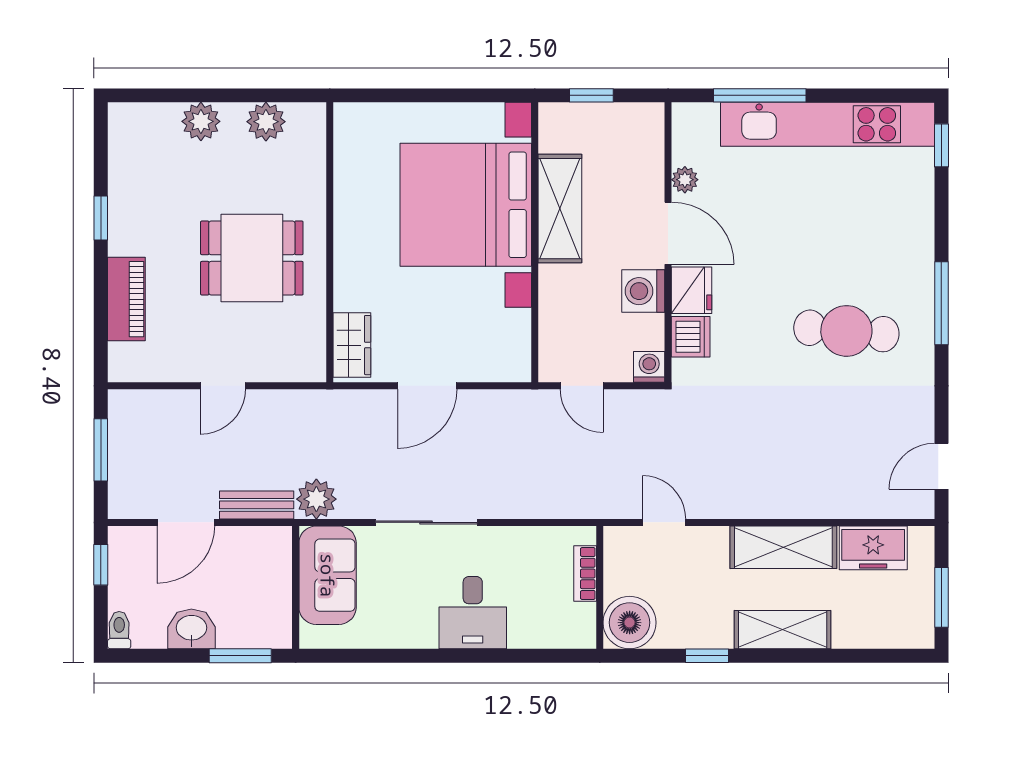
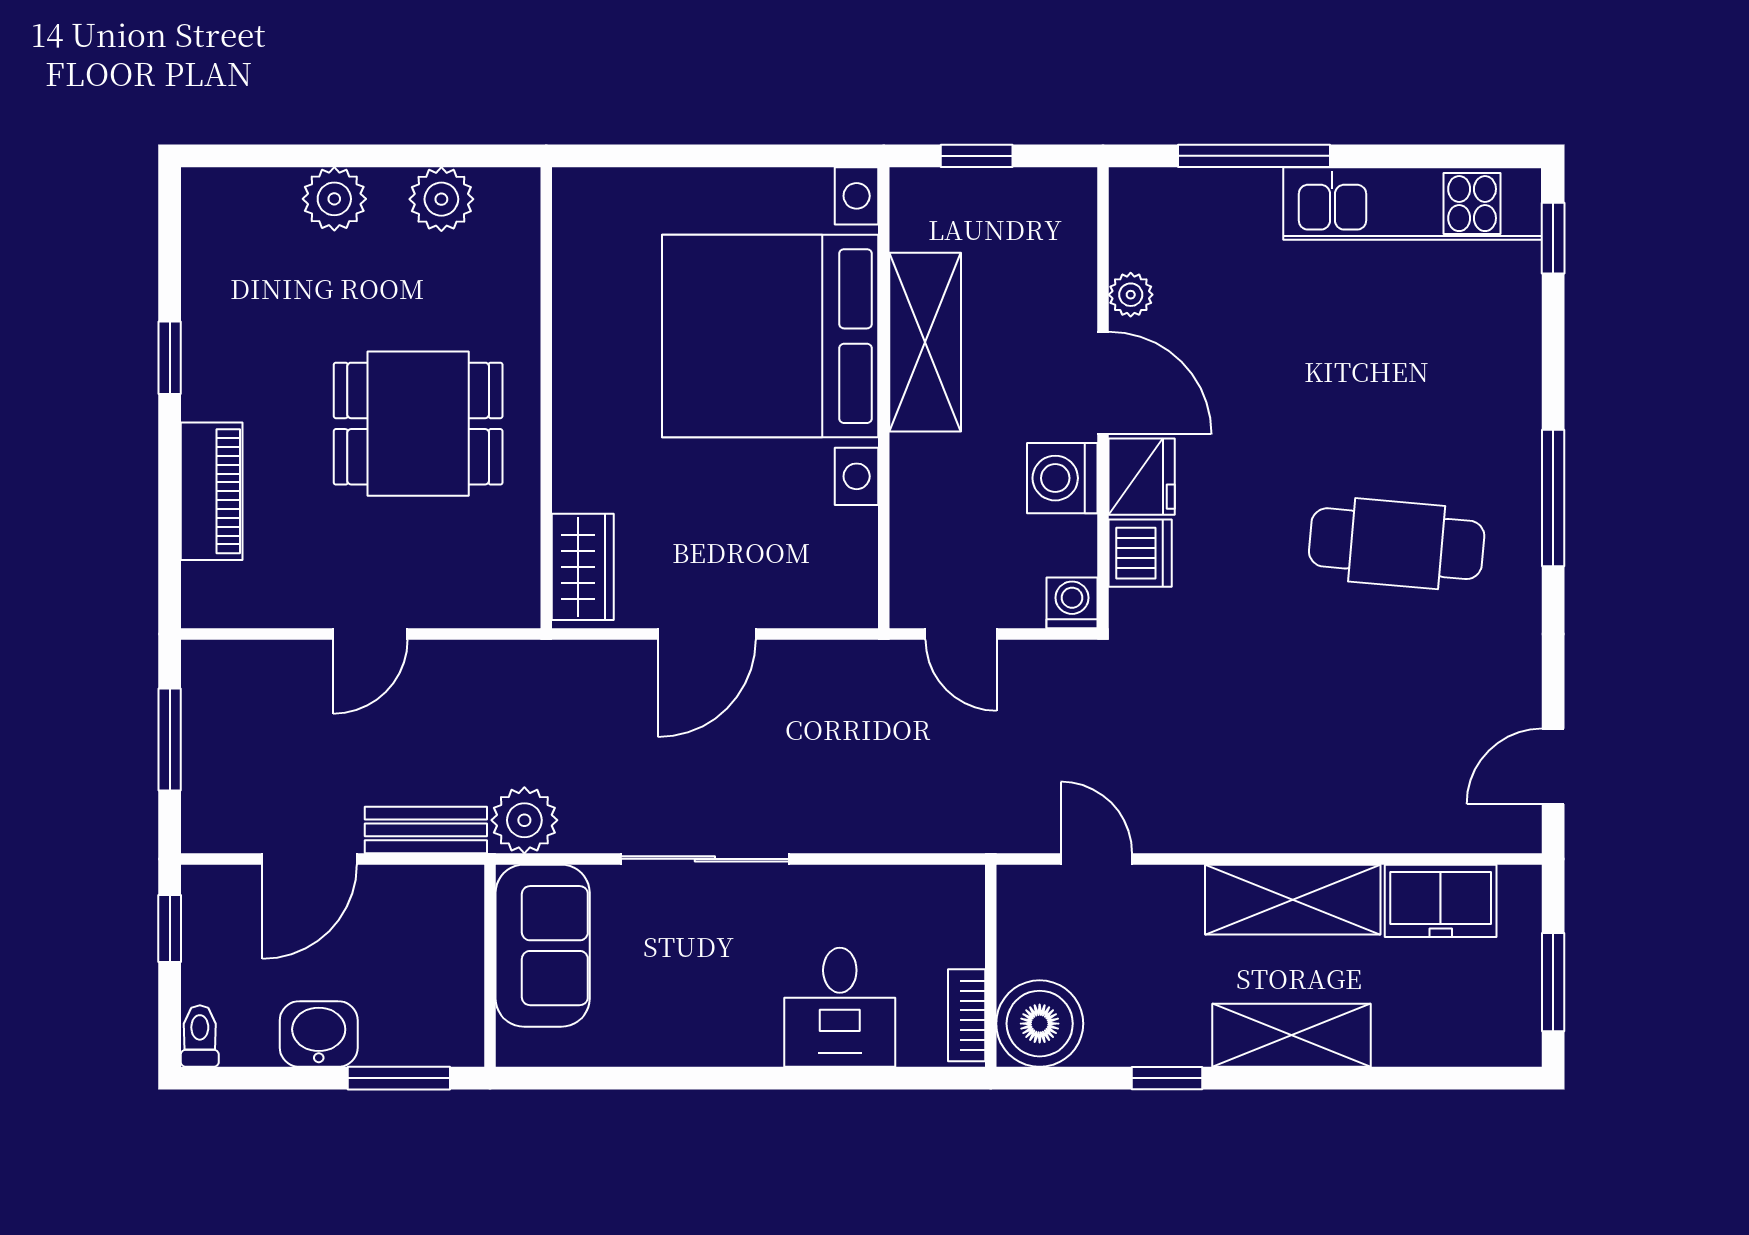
kitchen unit: (828, 124) -> (1413, 204), width x0.73
bookcase: (585, 574) -> (967, 1015), moved
desk: (473, 613) -> (840, 1007), moved

